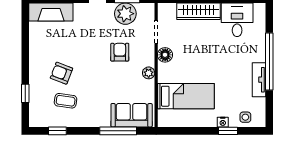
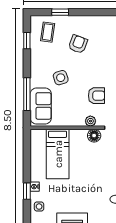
plant: (149, 73) -> (90, 121), moved
side table: (99, 93) -> (61, 78), added
coffee table: (66, 101) -> (48, 32), moved

